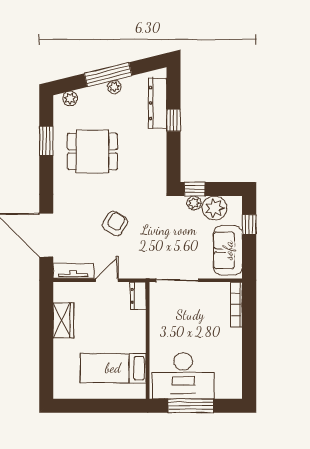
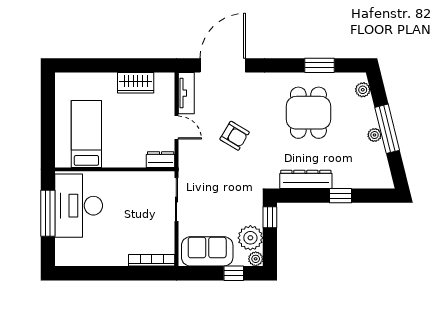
dresser: (158, 103) -> (306, 179), moved
plant: (194, 203) -> (256, 259), moved

